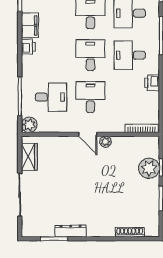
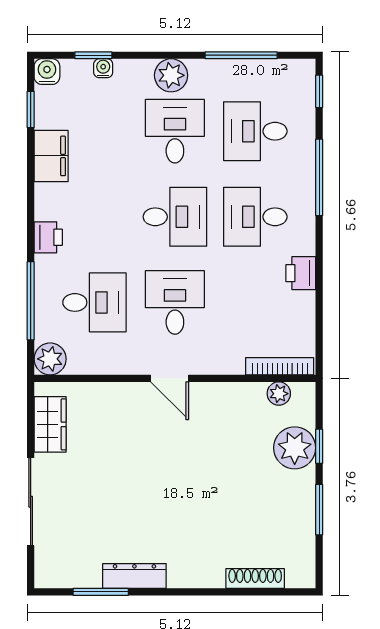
printer: (28, 47) -> (48, 237), moved
desk: (90, 55) -> (175, 217), turned 90
plant: (105, 142) -> (279, 394), moved

